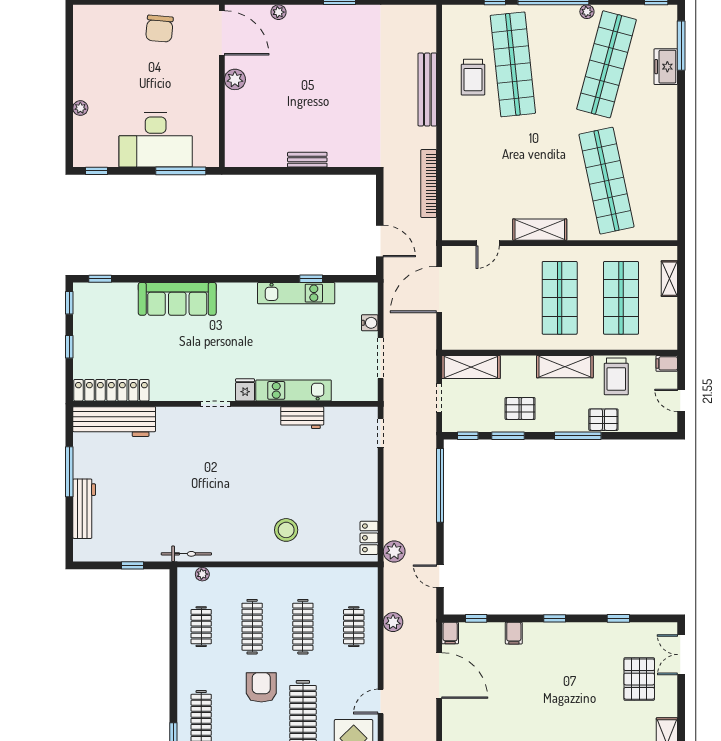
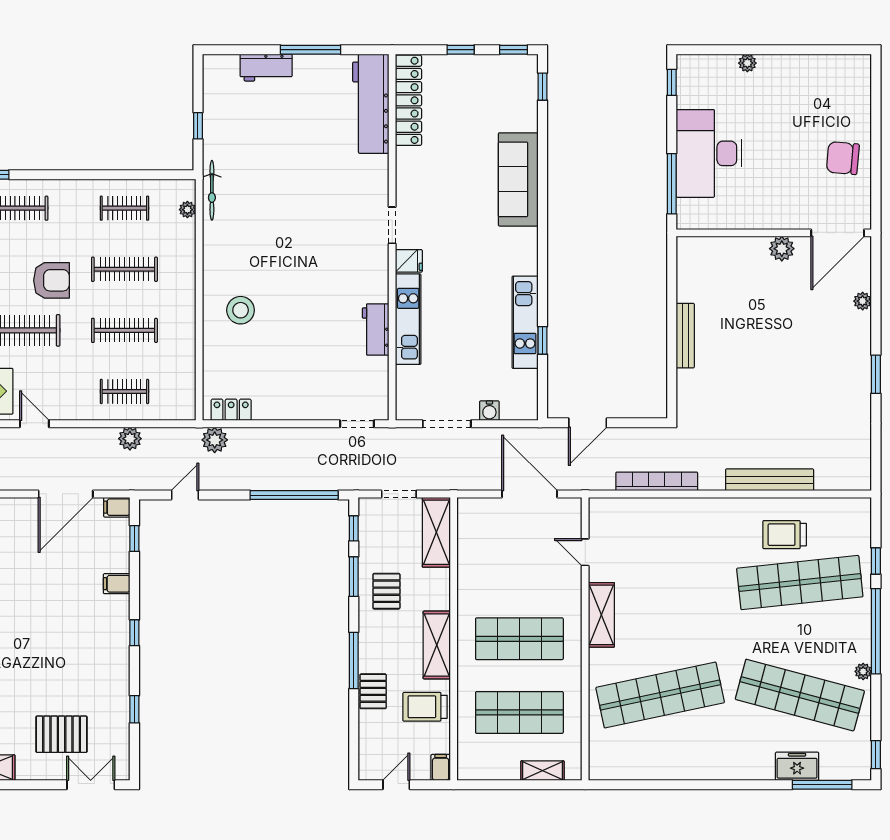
bench: (307, 160) -> (685, 336), width x1.36
workbench: (84, 509) -> (266, 68), width x0.73

